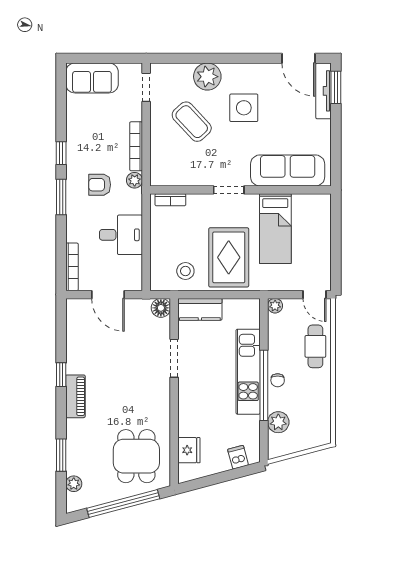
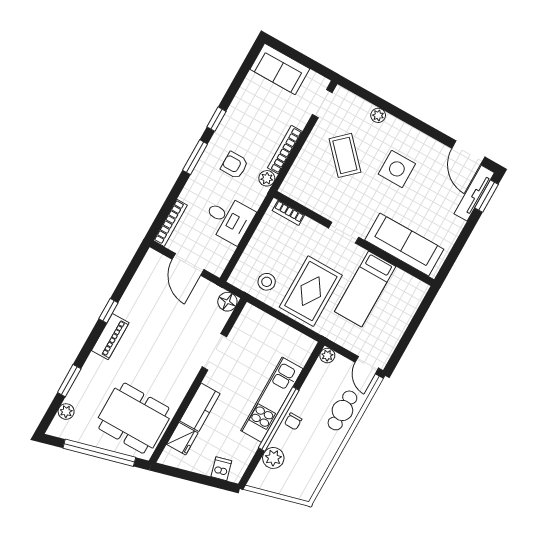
plant: (207, 77) -> (378, 115), width x0.53, depth x0.53
kitchen counter: (200, 309) -> (200, 407), moved, turned -90
dining table: (136, 456) -> (134, 418), width x1.37

